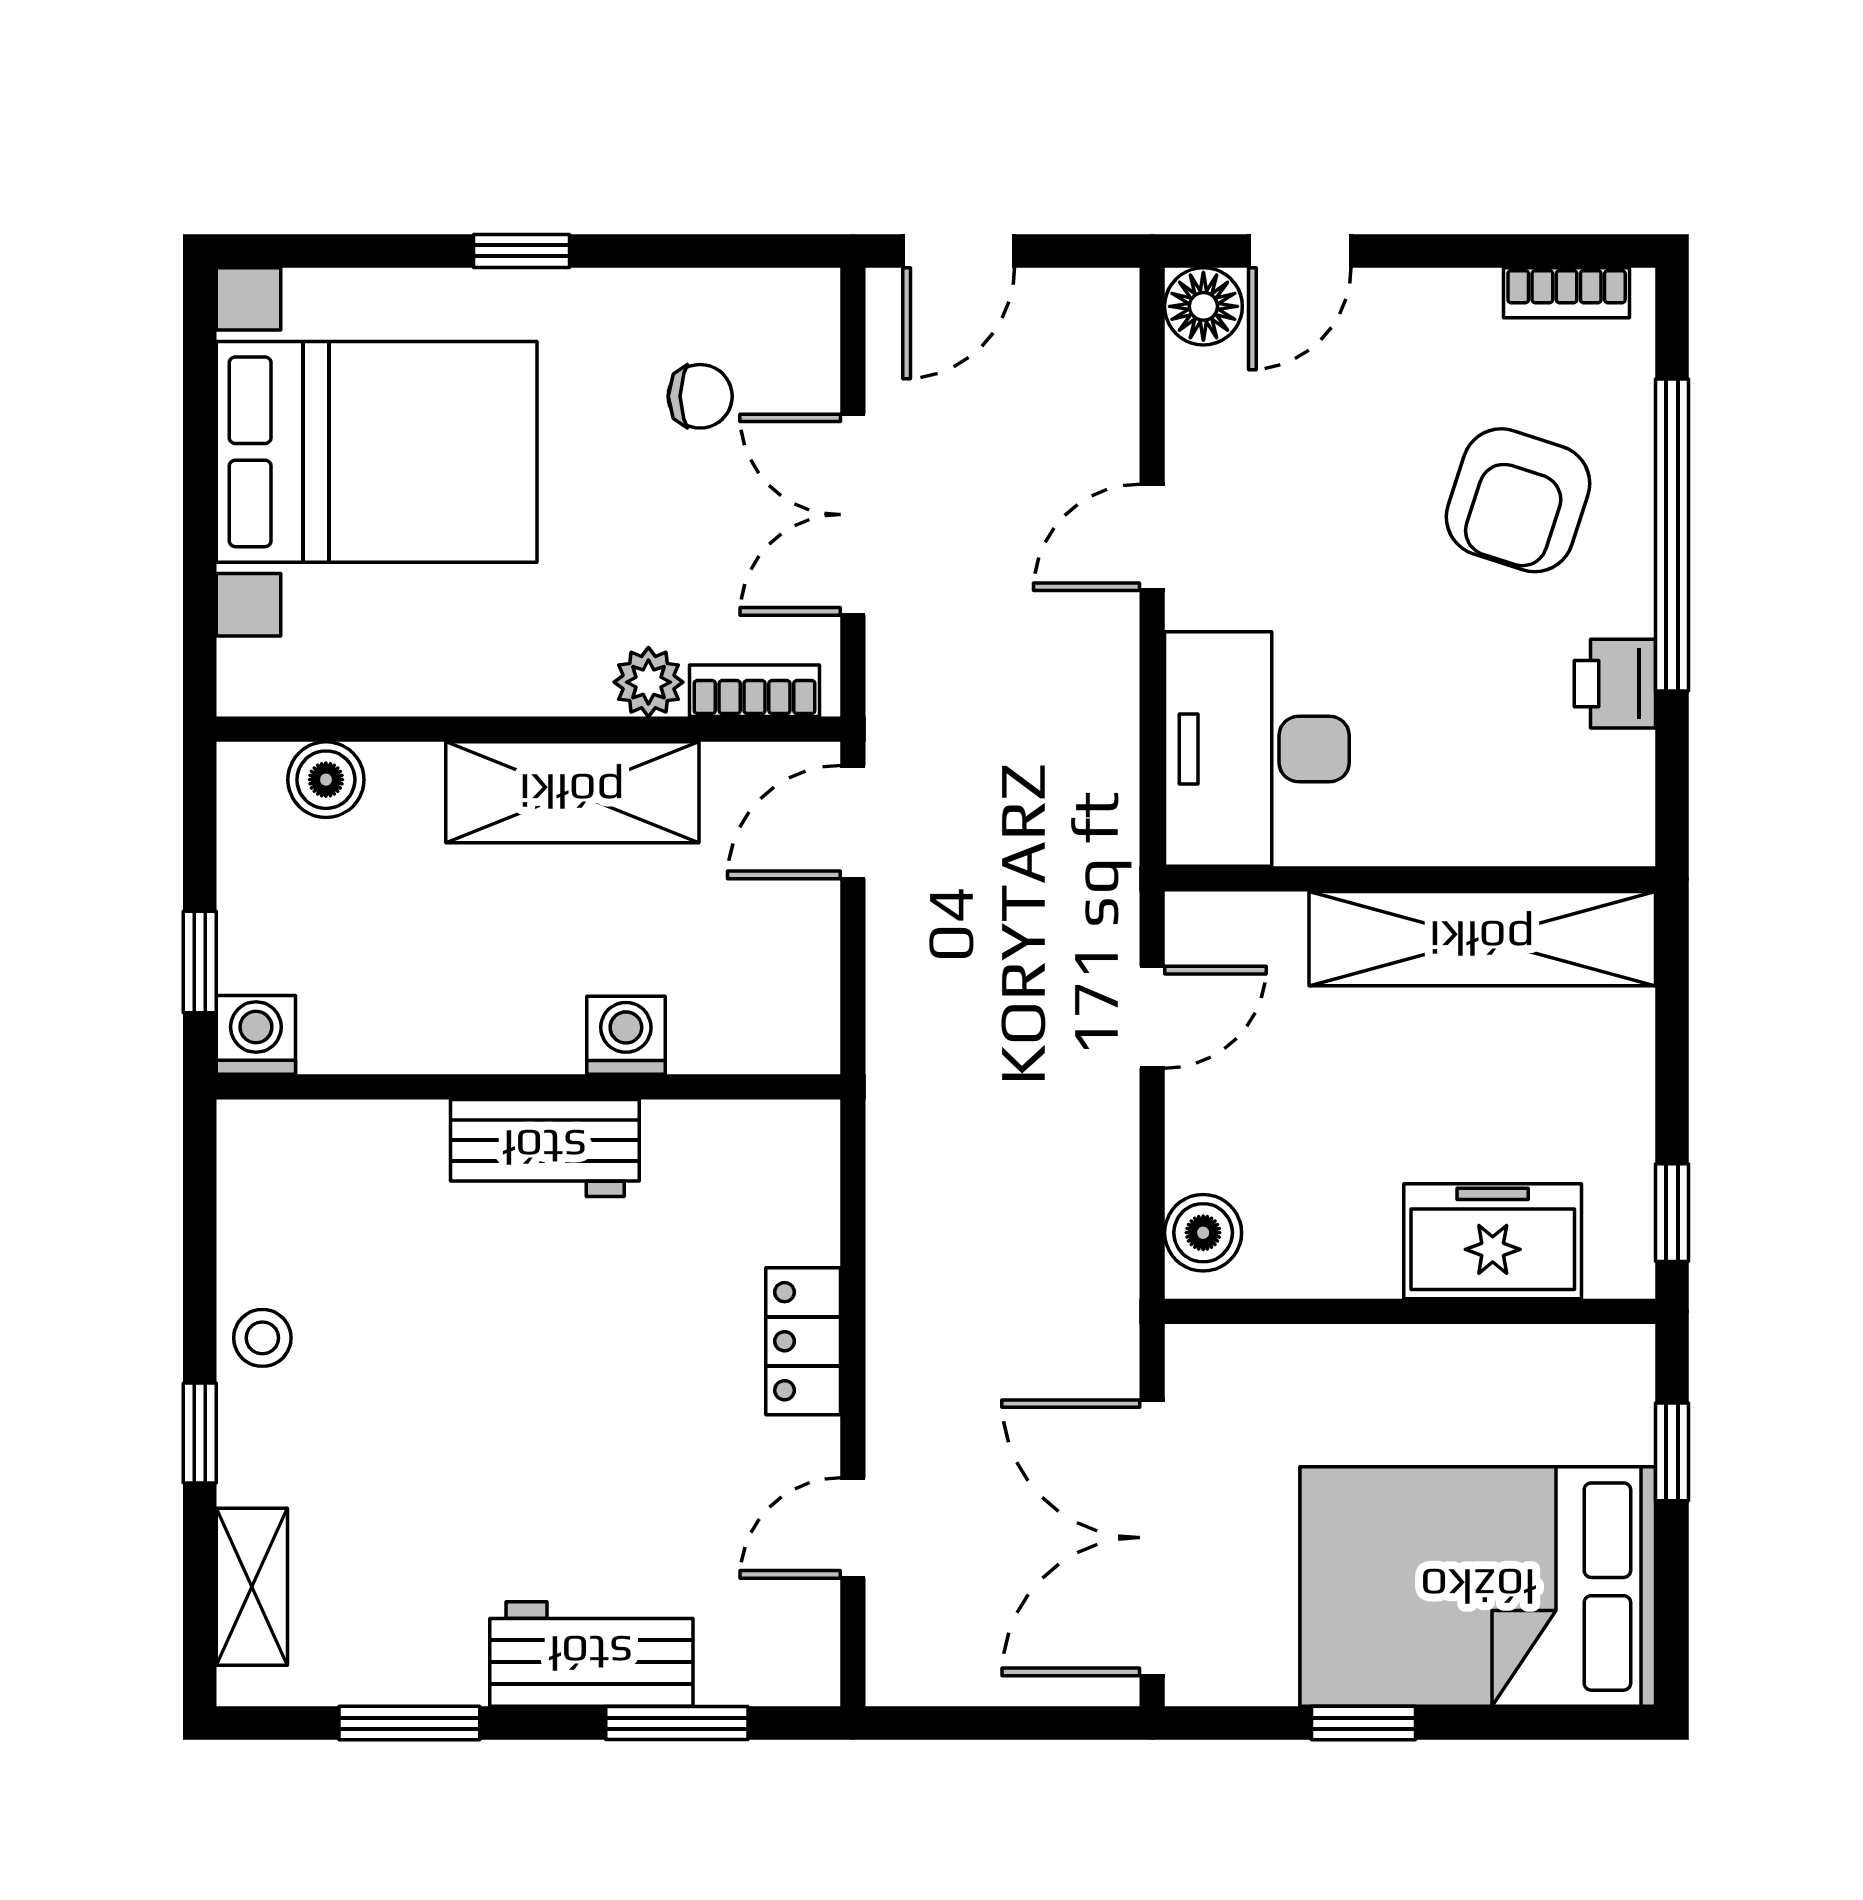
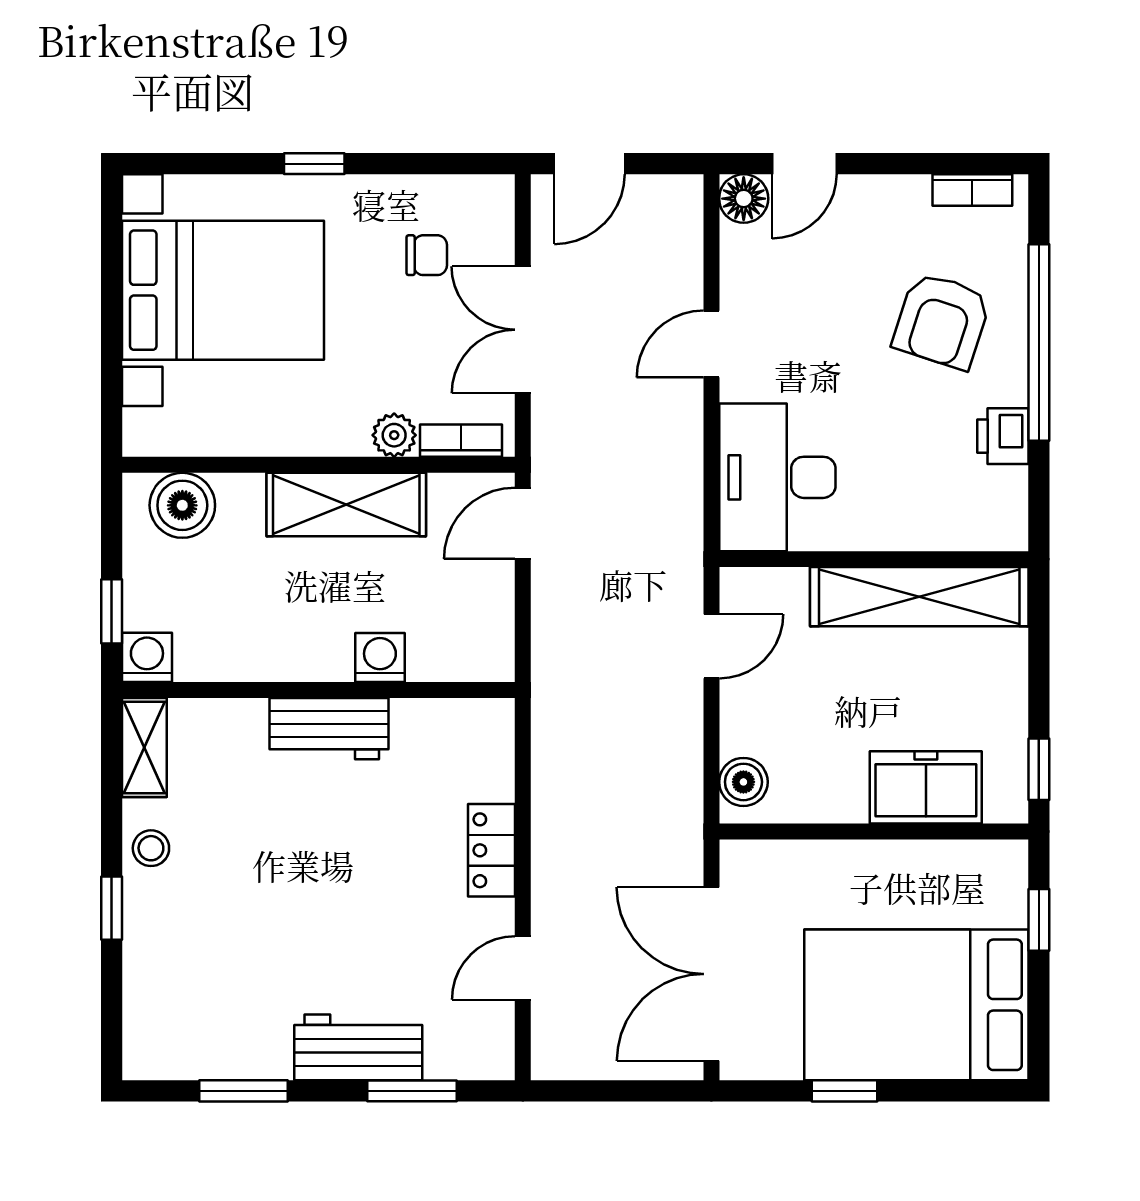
boiler: (326, 780) -> (182, 505), width x1.36, depth x1.36
shelving: (252, 1587) -> (144, 748), moved

